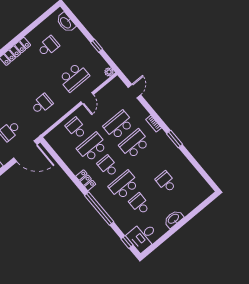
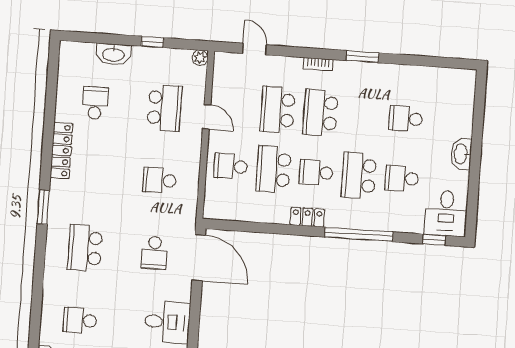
washbasin: (66, 23) -> (113, 54), moved
school desk: (42, 104) -> (159, 180), turned -90
door: (25, 151) -> (199, 258), hinge flipped

